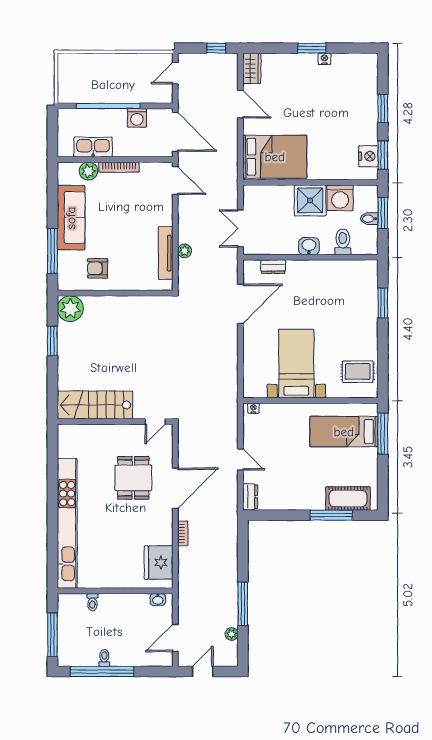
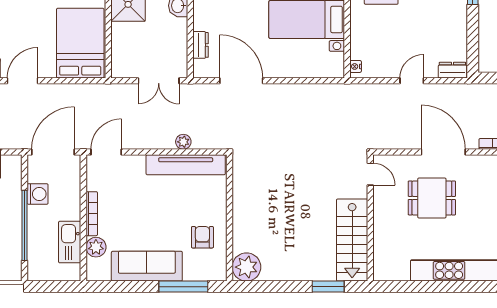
tv unit: (166, 253) -> (186, 165), width x1.36, depth x1.29
armchair: (98, 268) -> (202, 237), turned 180
window: (52, 341) -> (328, 287), moved

